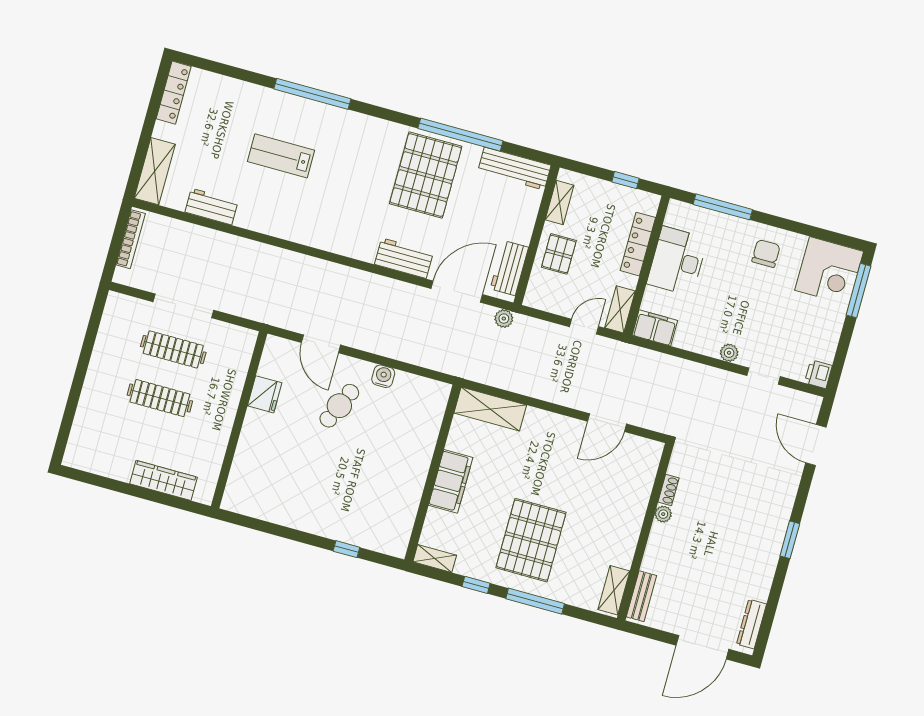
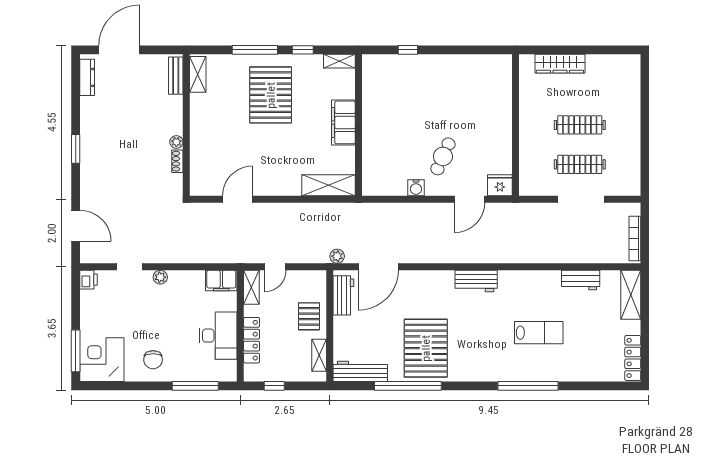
workbench: (404, 258) -> (476, 281), moved
door: (321, 344) -> (470, 199), swing flipped
fridge: (265, 394) -> (500, 185), moved, turned 90

